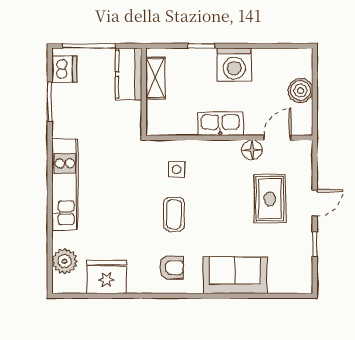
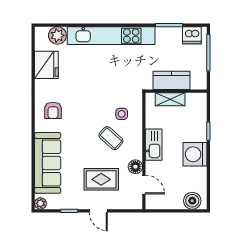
kitchen counter: (129, 74) -> (172, 80), moved
shelving: (155, 78) -> (170, 99), moved
boiler: (300, 90) -> (192, 201), moved
kitchen unit: (65, 184) -> (111, 36), width x1.36
coffee table: (174, 214) -> (111, 138), moved, turned 42
sofa: (235, 275) -> (48, 163), width x1.36
plant: (304, 285) -> (40, 203), added

